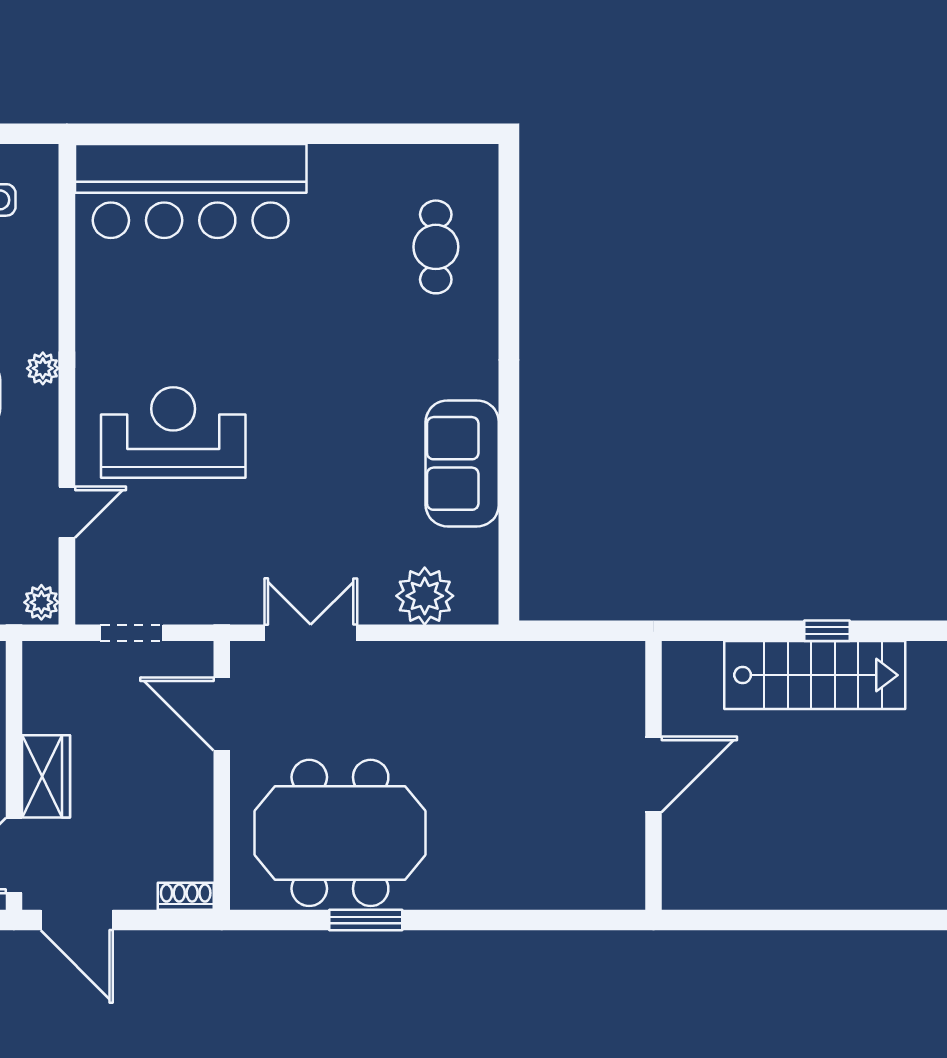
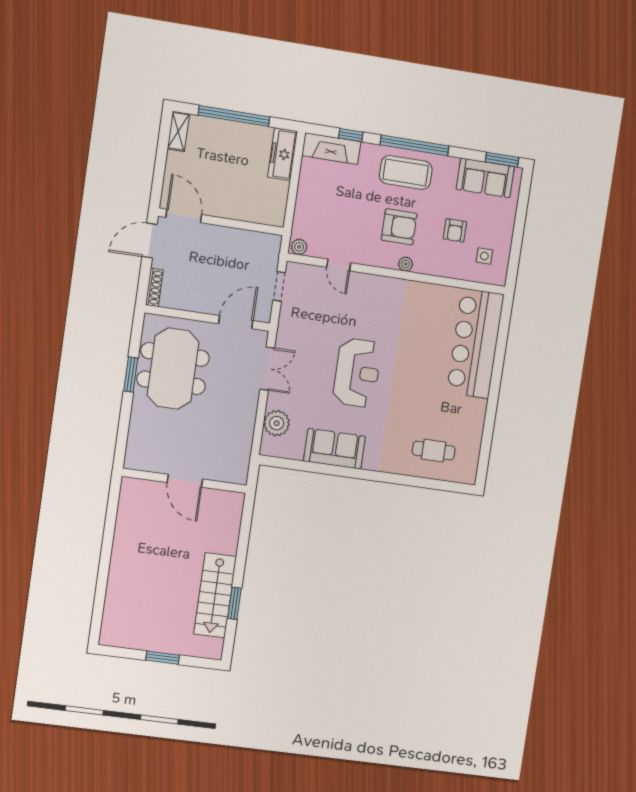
reception desk: (173, 432) -> (357, 373), moved
window: (827, 631) -> (234, 603), width x1.50
door: (654, 774) -> (185, 481), moved
wall: (654, 775) -> (184, 481), moved
wardrobe: (46, 776) -> (218, 237), removed
shoe rack: (186, 896) -> (154, 287), width x1.43

